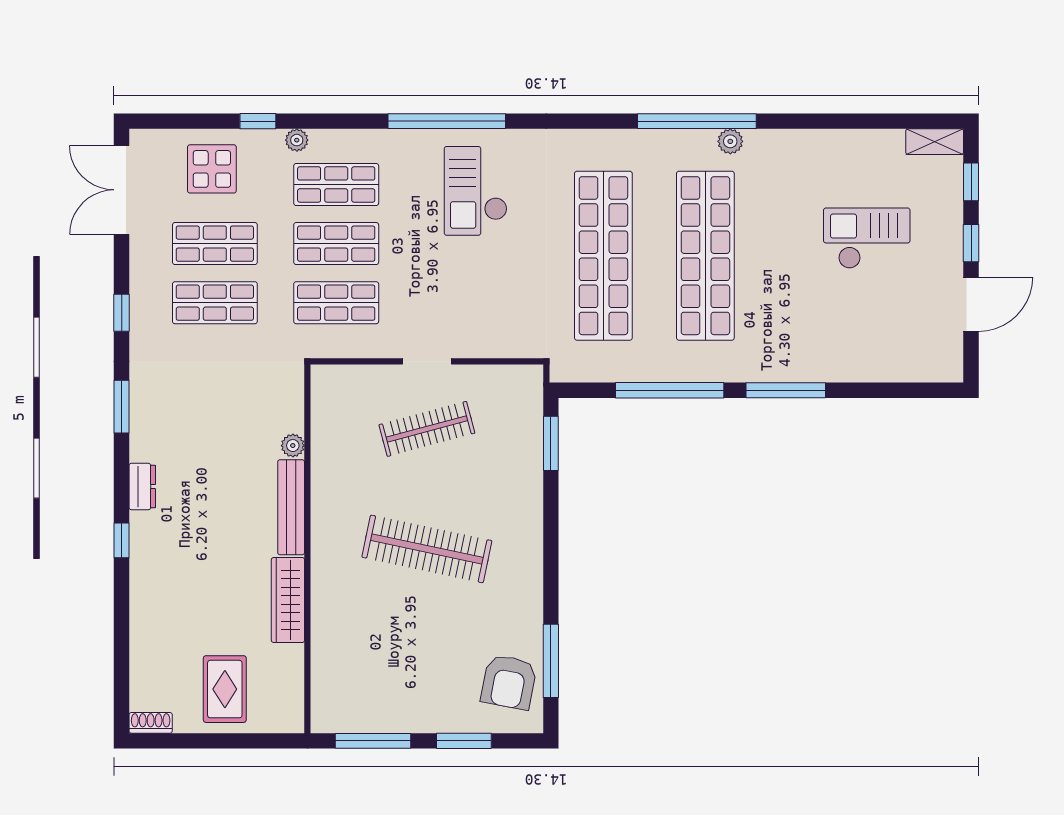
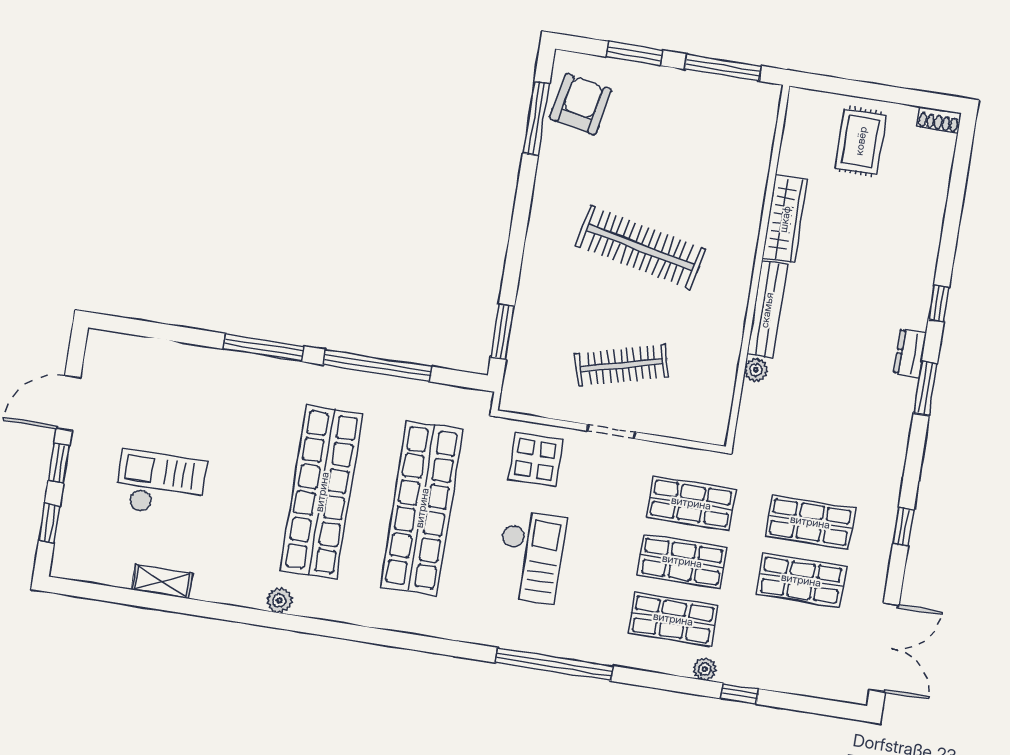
window: (697, 121) -> (309, 625), removed
shelving: (935, 142) -> (162, 582), moved
display table: (212, 169) -> (536, 459), moved
checkout: (476, 191) -> (530, 557), moved
checkout: (867, 238) -> (160, 484), turned 180
window: (122, 407) -> (925, 388), moved

